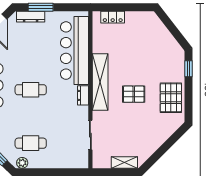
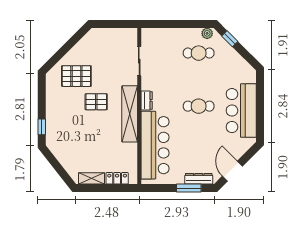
pallet: (171, 98) -> (76, 76), moved, turned 90
shelving: (124, 163) -> (91, 178), moved

